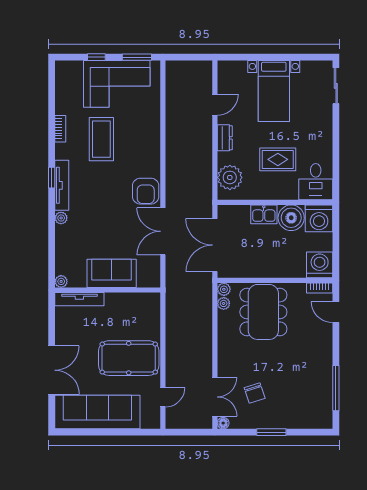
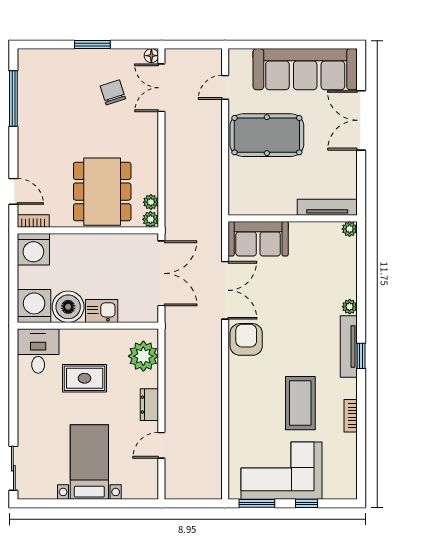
sofa: (112, 273) -> (258, 239), moved

